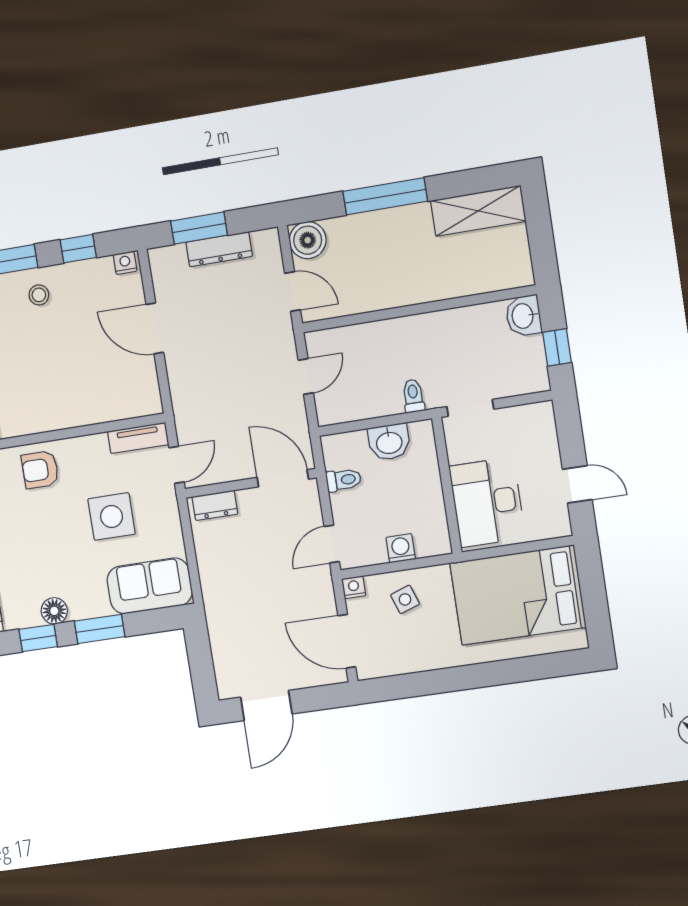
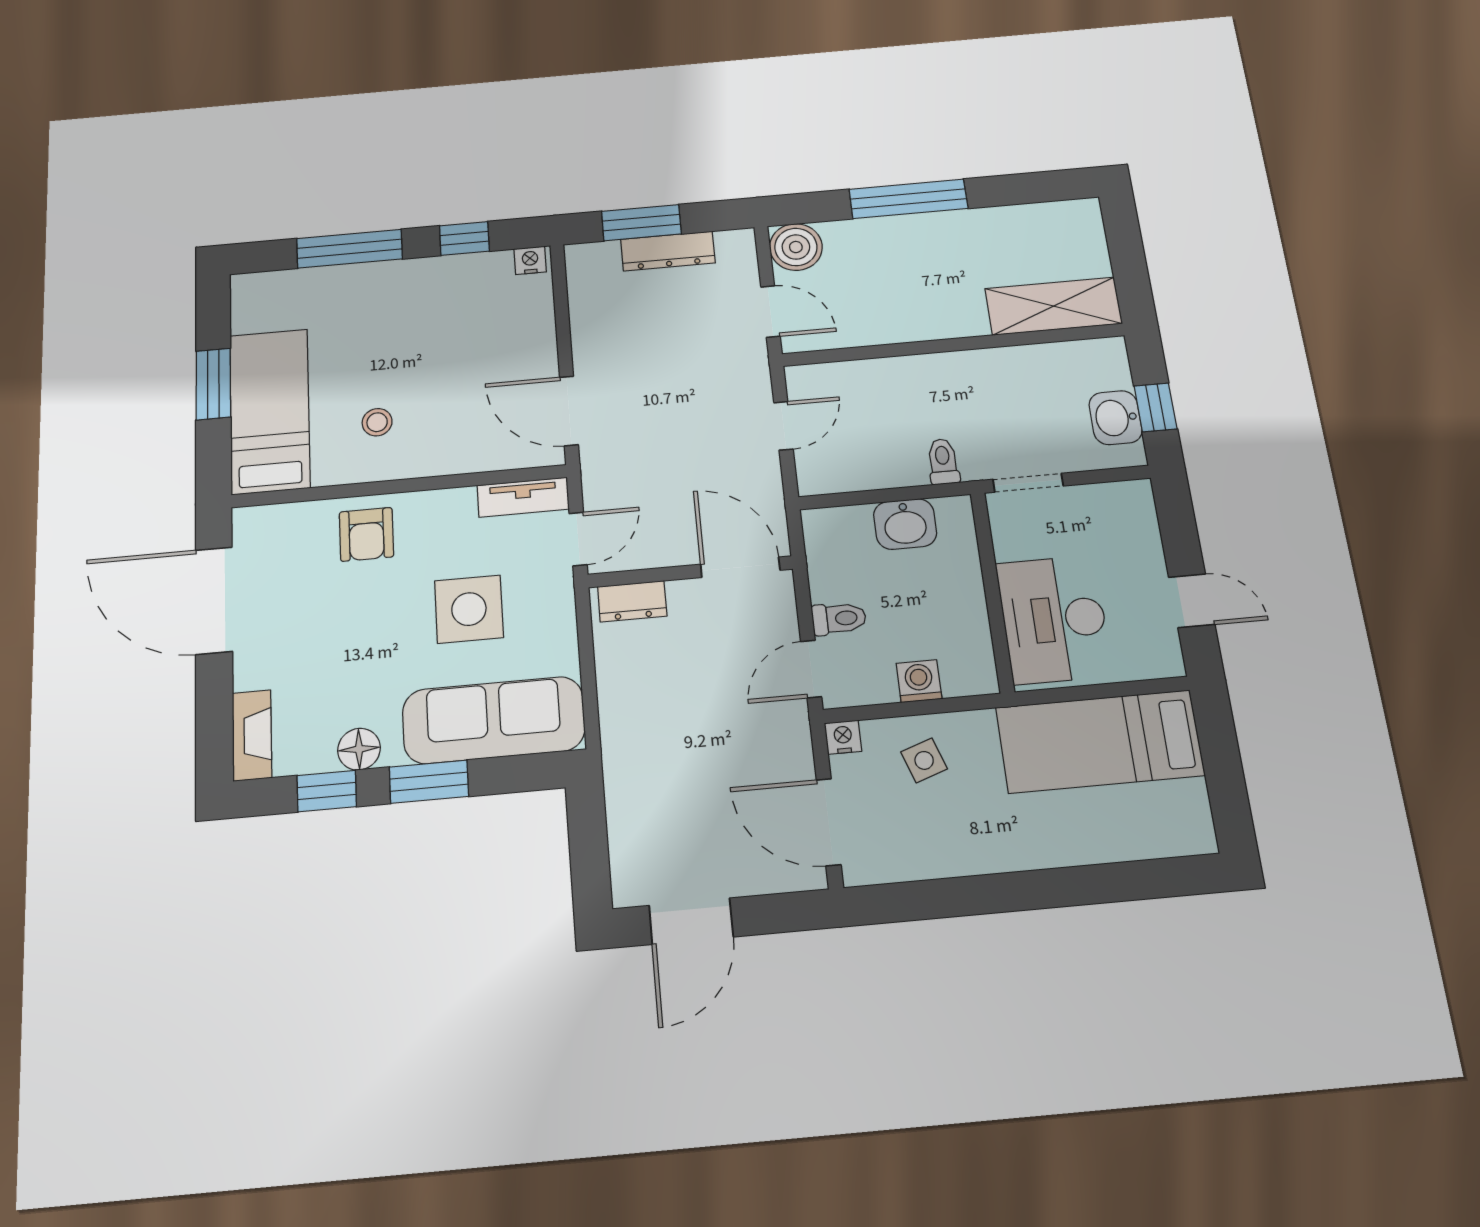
shelving: (478, 211) -> (1053, 306), moved
stool: (39, 295) -> (377, 422), moved
washbasin: (524, 316) -> (1115, 418), moved
door: (155, 328) -> (569, 411), moved
armchair: (40, 470) -> (366, 534), turned -90
toilet: (344, 480) -> (839, 619), moved
sofa: (150, 586) -> (494, 720), width x1.36
bed: (518, 595) -> (1100, 741), width x0.67

